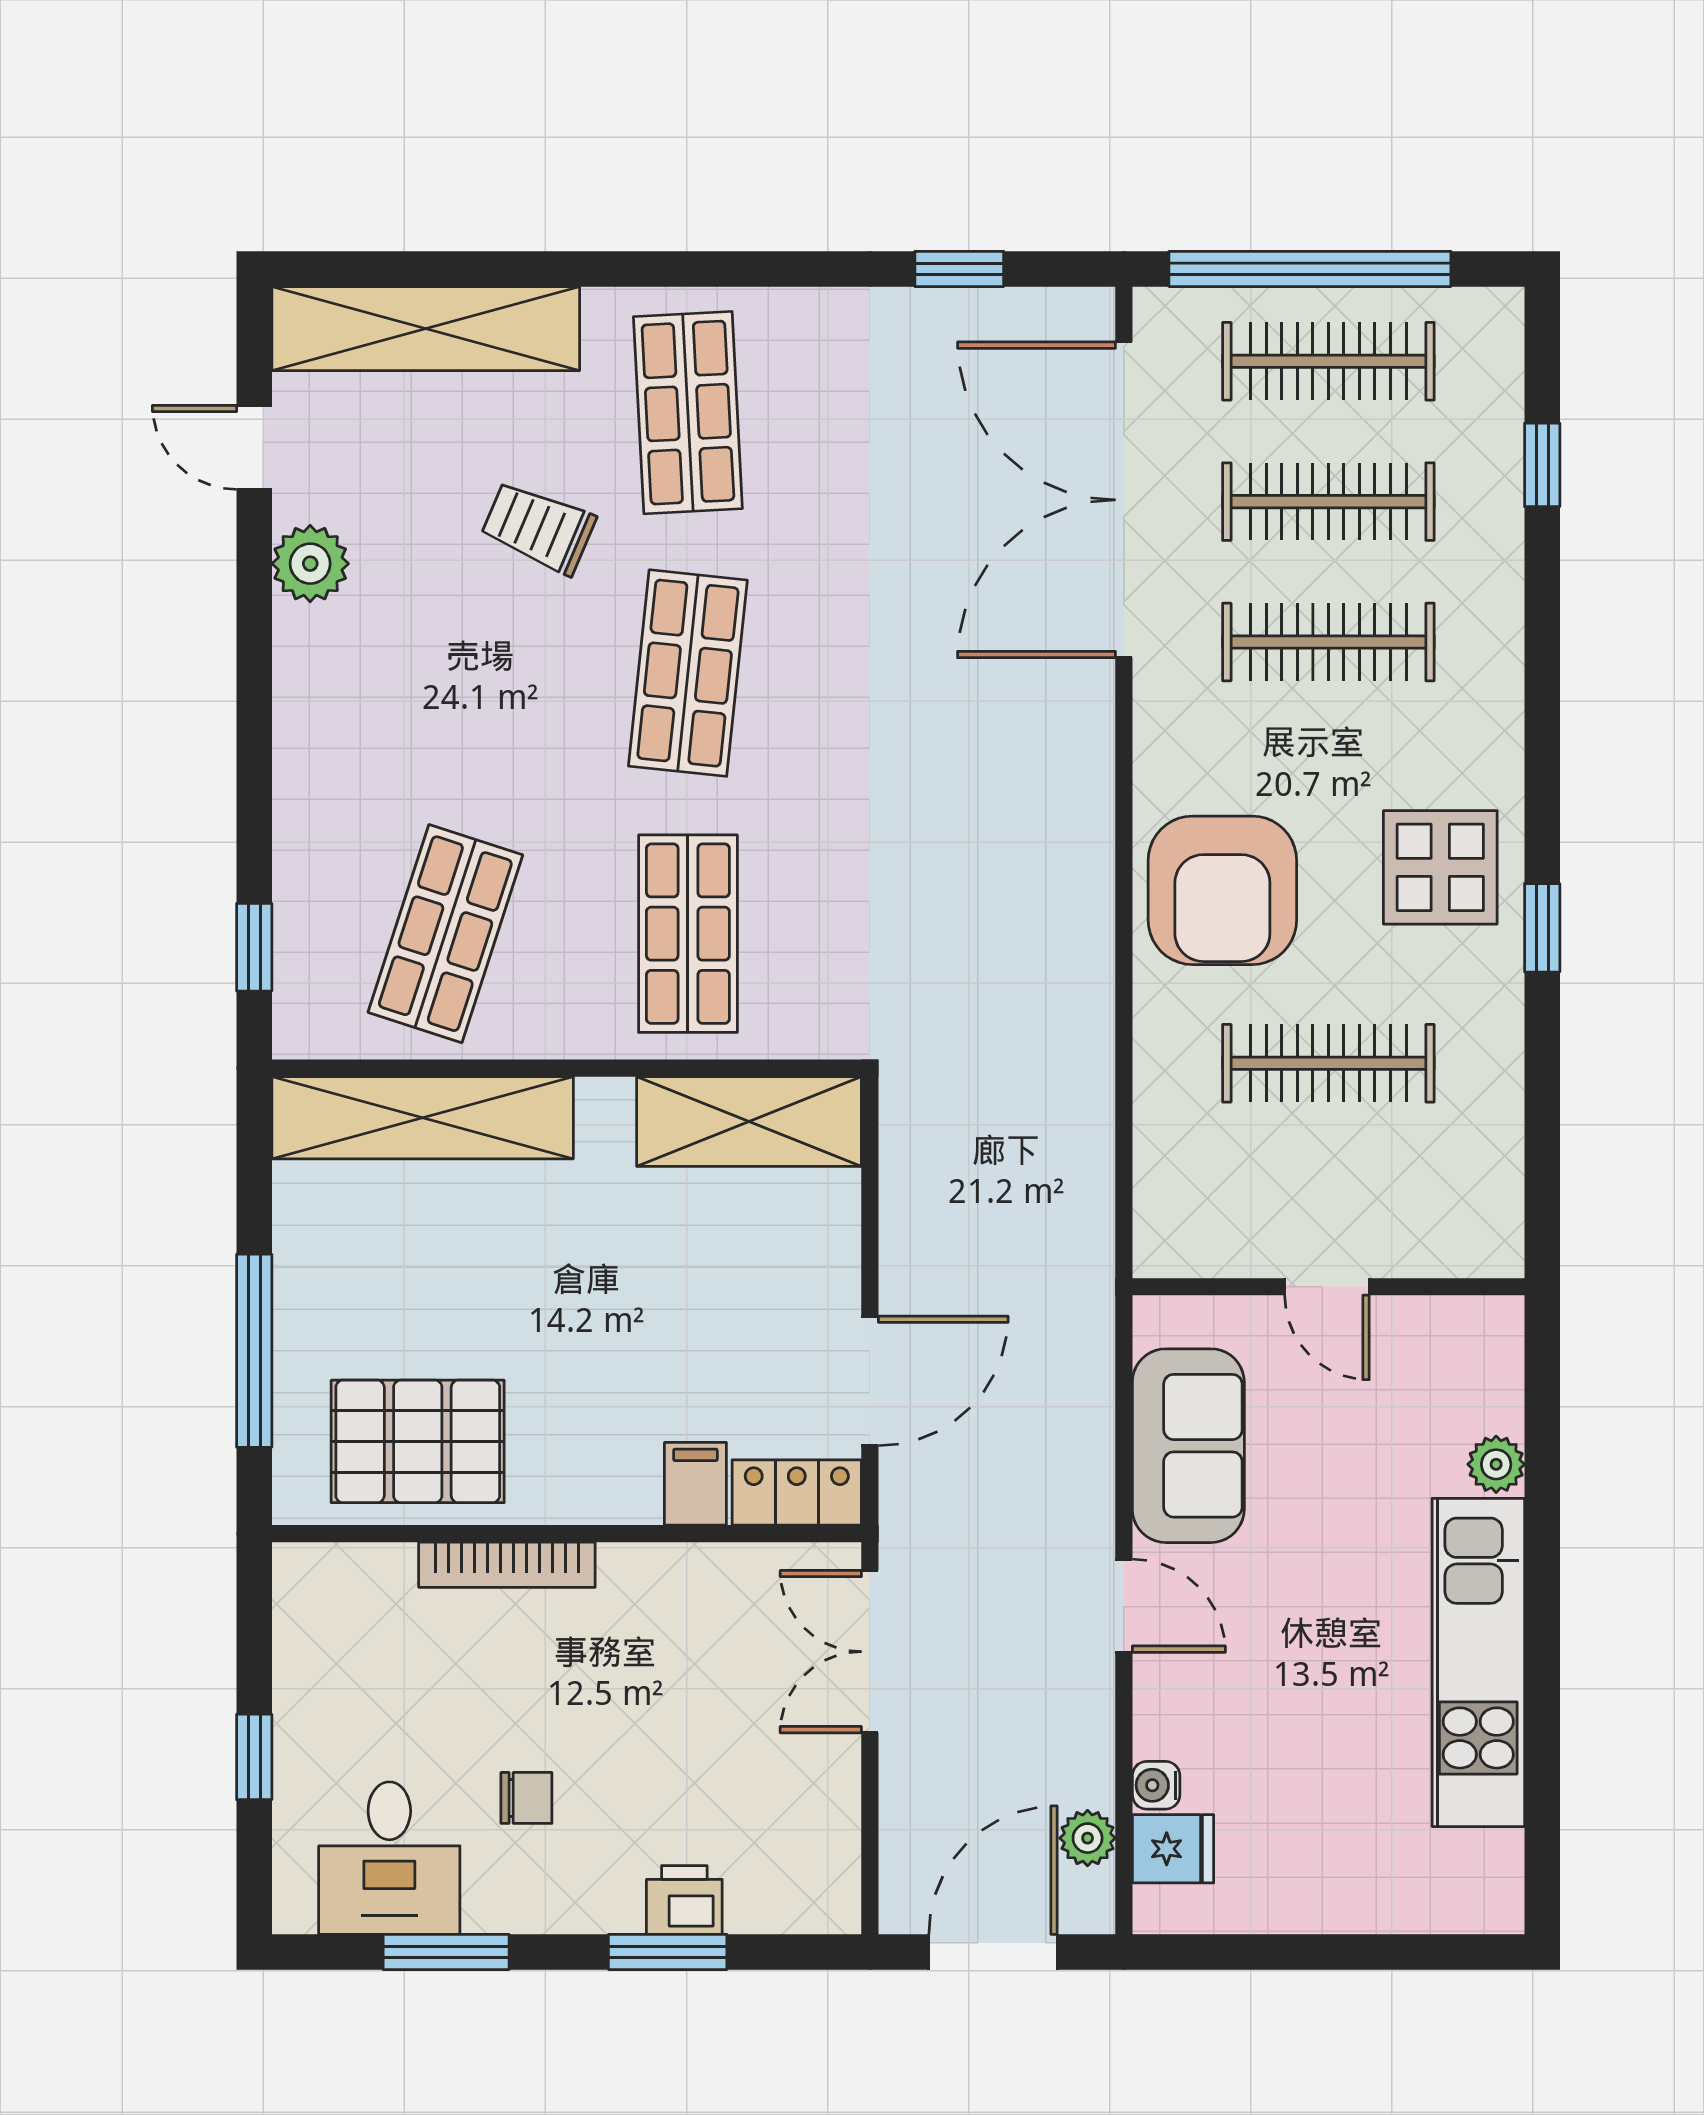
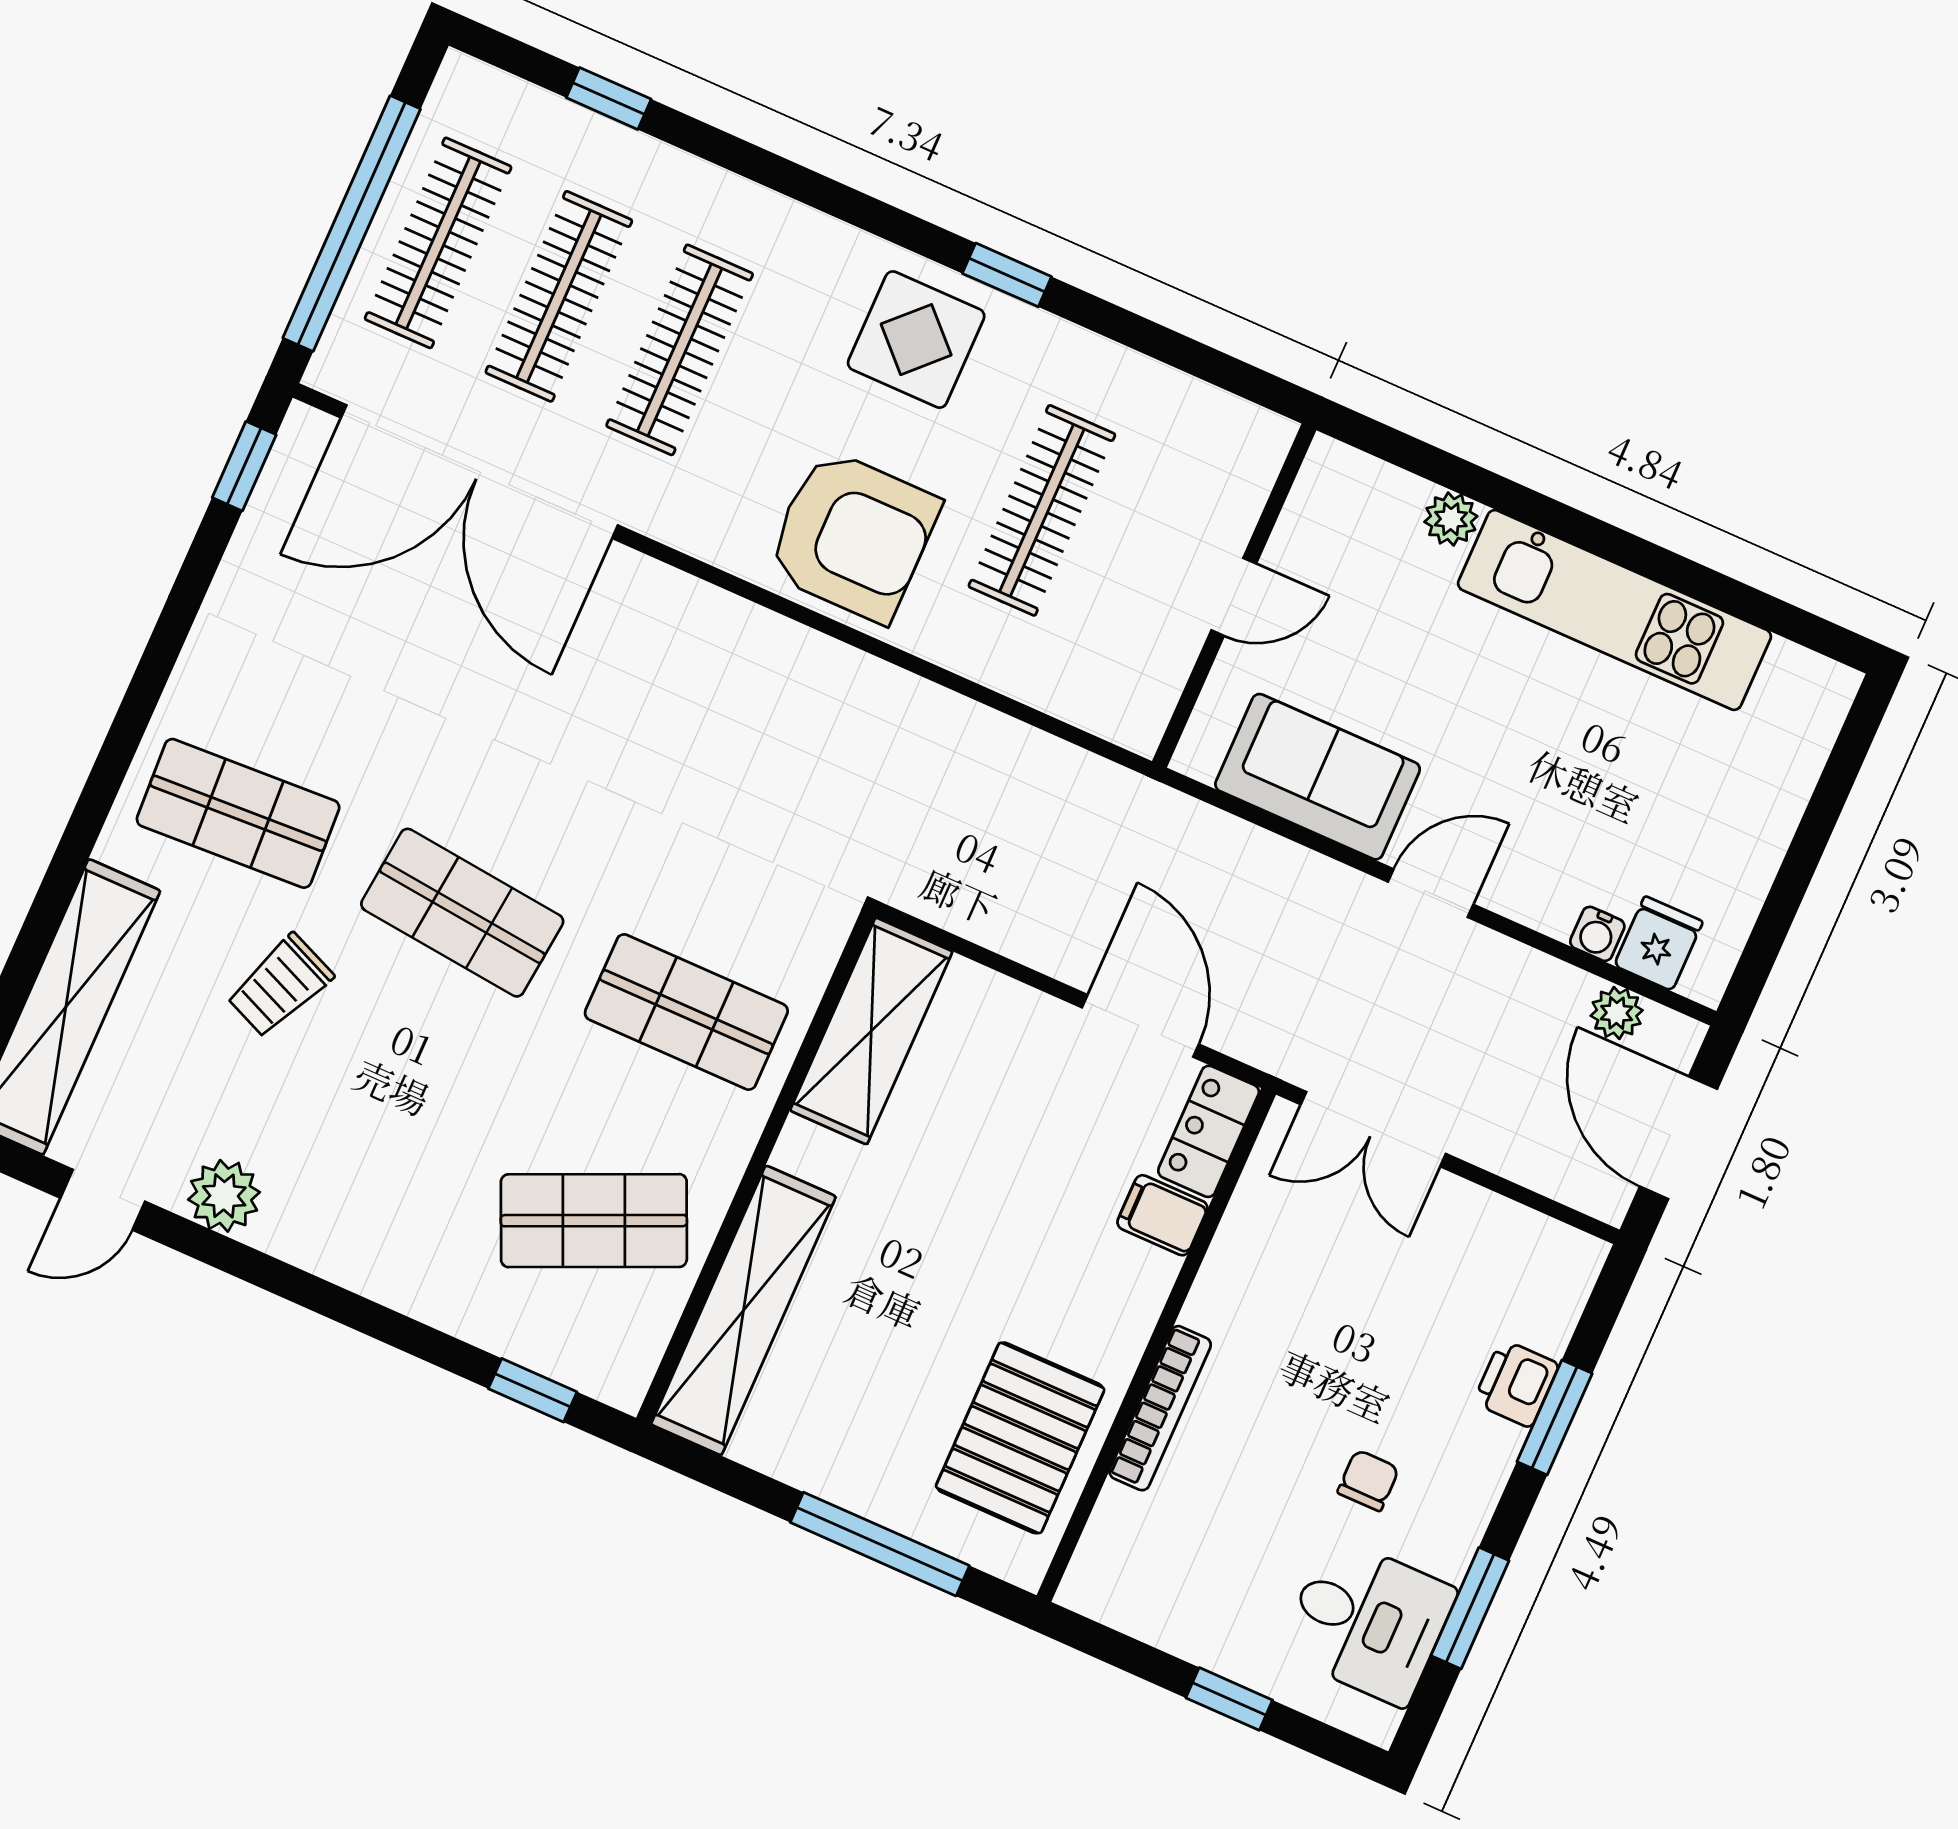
window: (959, 269) -> (244, 466), moved
shop shelf: (445, 934) -> (594, 1221), turned -42

